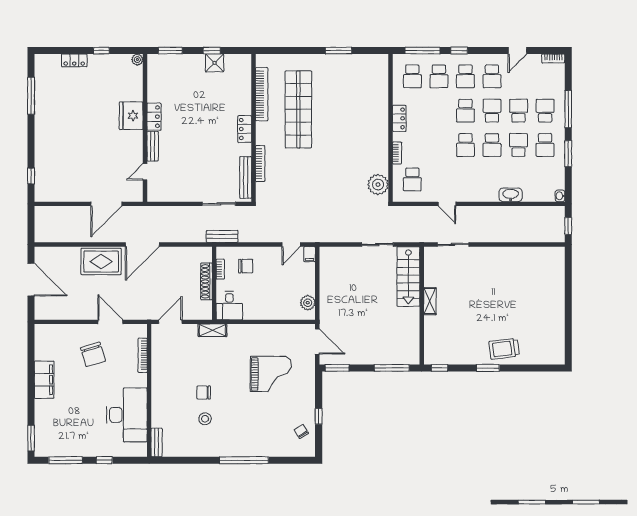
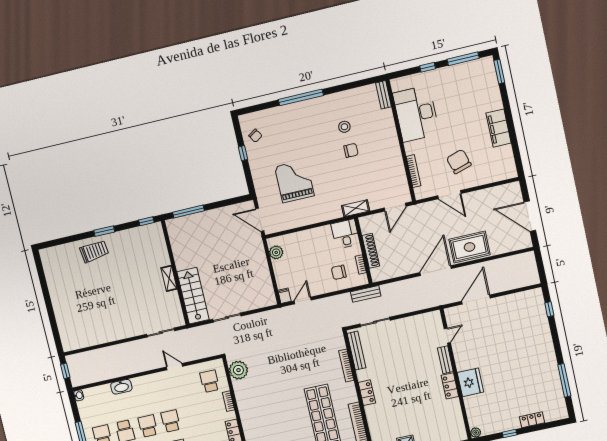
window: (337, 368) -> (237, 200), removed
grand piano: (271, 374) -> (294, 181), turned 90

